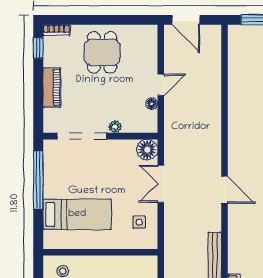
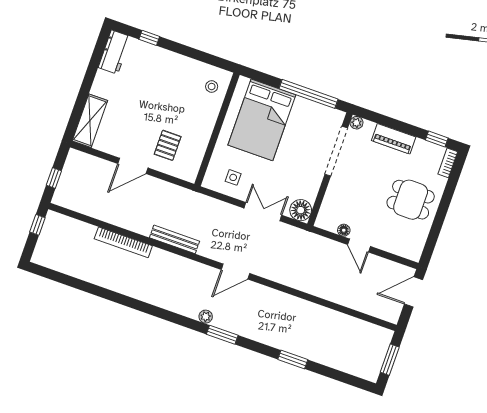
plant: (115, 127) -> (356, 123), moved
bed: (77, 214) -> (262, 120), width x1.50

